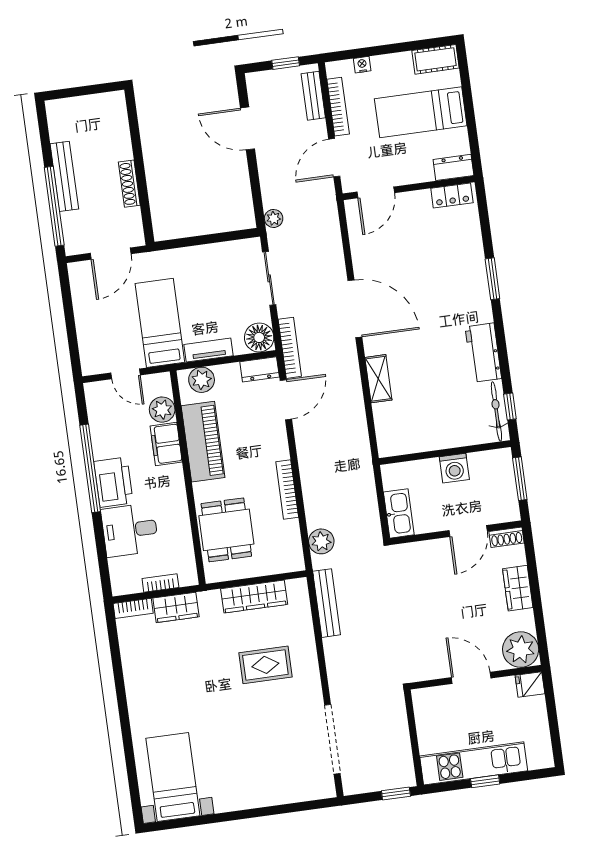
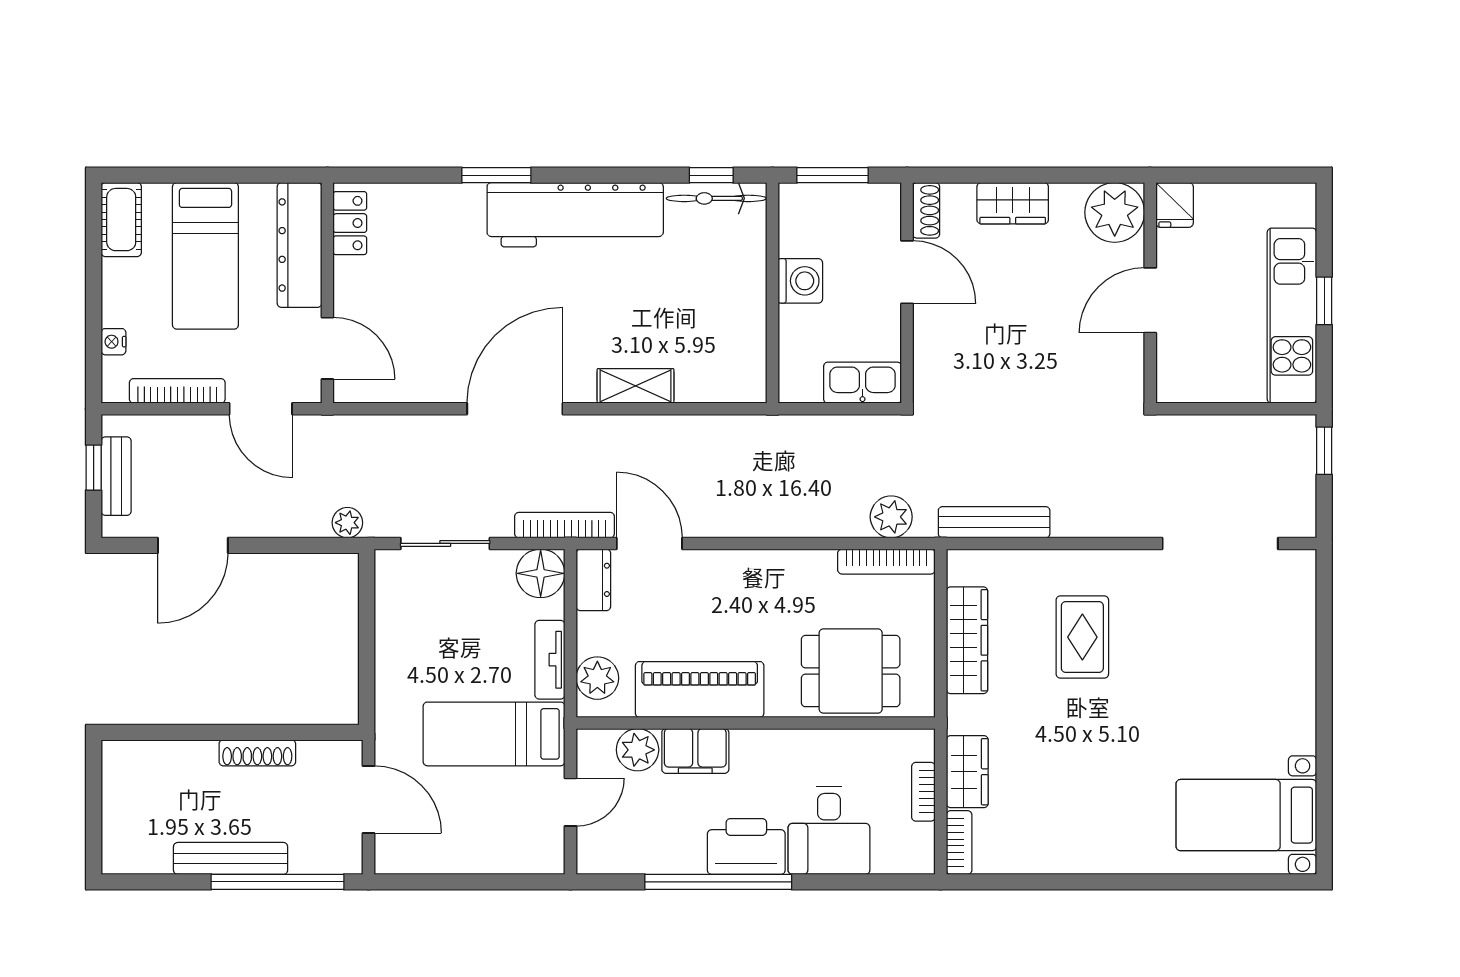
bench: (313, 96) -> (116, 476), moved, turned 90
dresser: (453, 167) -> (299, 245), width x1.96, depth x1.24
workbench: (483, 353) -> (575, 215), width x1.88, depth x1.32
bookcase: (287, 489) -> (886, 562), moved

